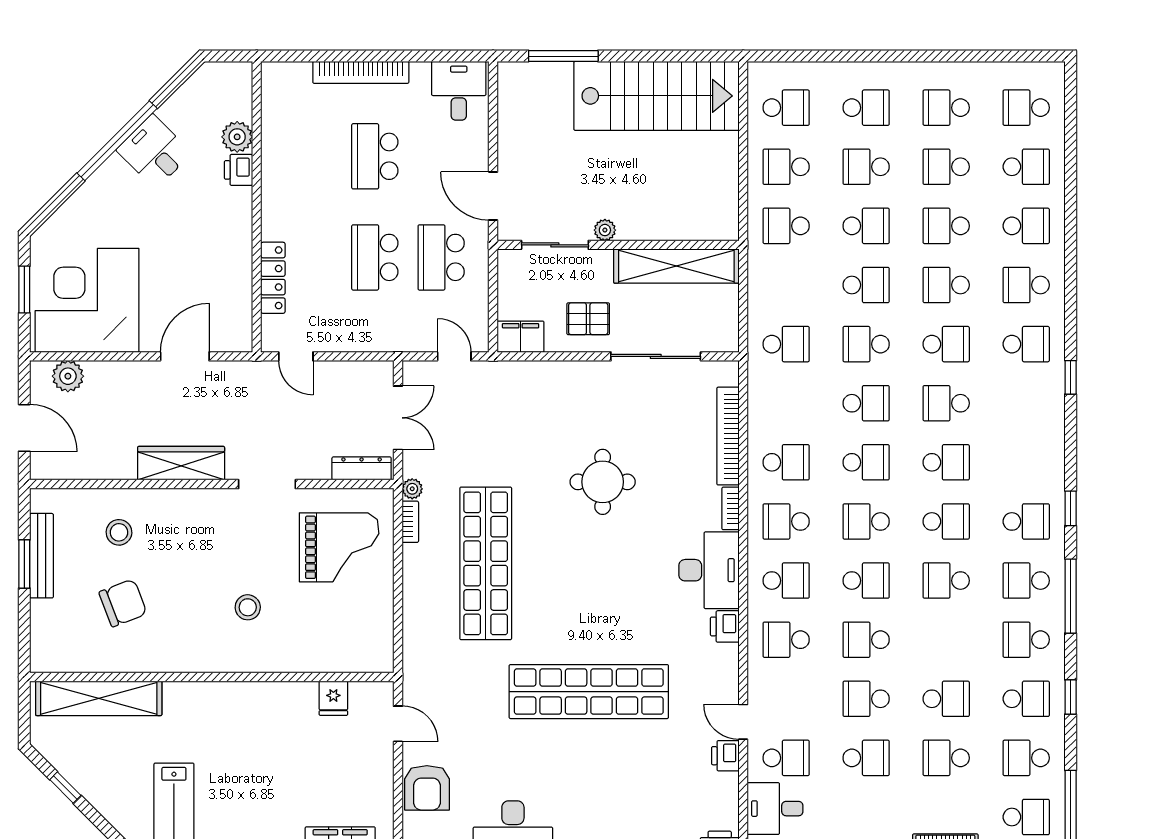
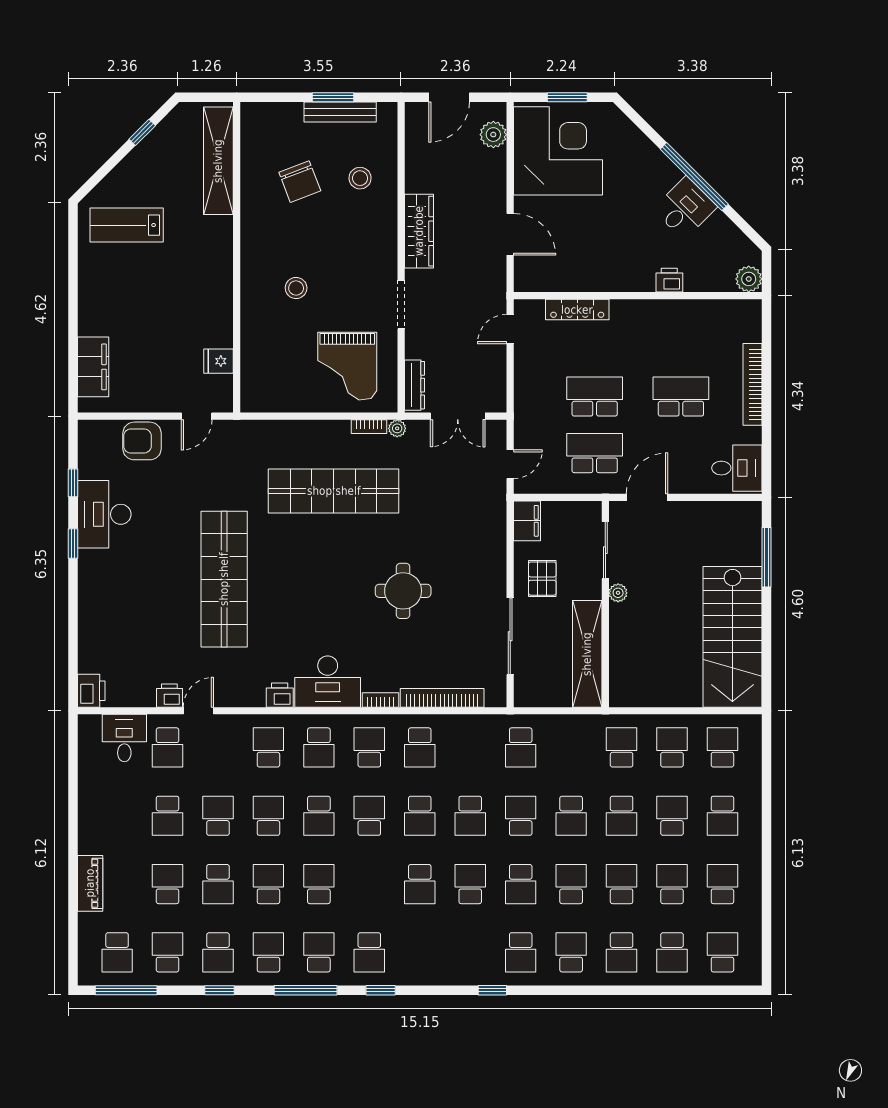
school desk: (786, 108) -> (722, 747), turned 180
plant: (237, 137) -> (749, 279), moved
school desk: (946, 521) -> (268, 884), moved, turned 180

